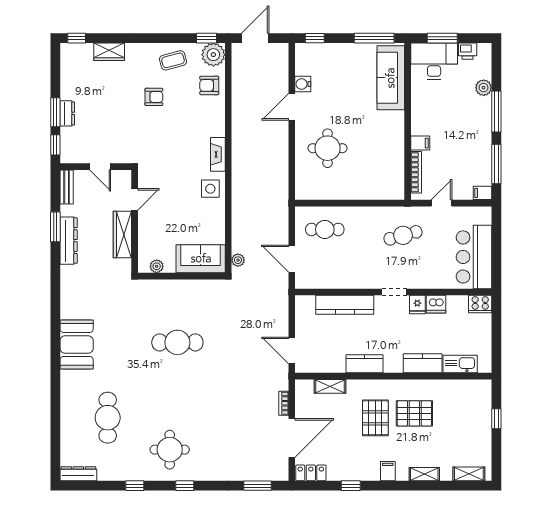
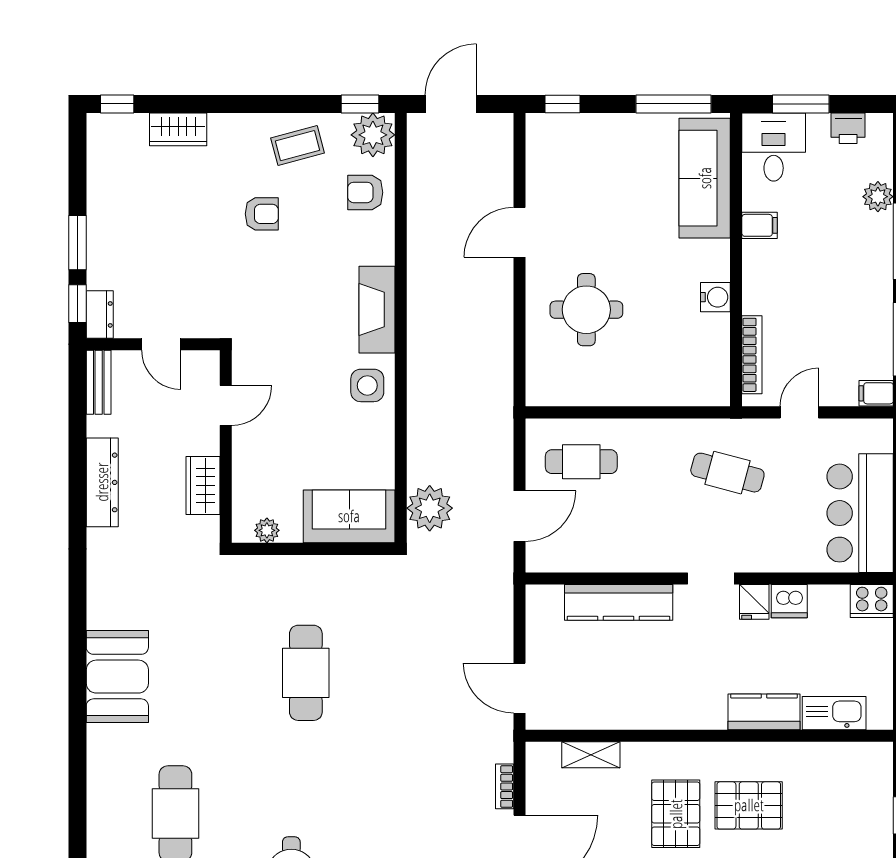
desk: (434, 61) -> (774, 147), width x0.73
water cooler: (303, 84) -> (715, 297), moved, turned 180
dresser: (67, 113) -> (100, 314), moved
filing cabinet: (420, 143) -> (760, 225), moved
fireplace: (218, 154) -> (377, 310), width x1.37, depth x1.32
window: (55, 227) -> (77, 457), removed
wardrobe: (122, 234) -> (203, 486), width x0.67
cafe table: (403, 235) -> (727, 473), turned 30
door: (292, 259) -> (519, 516), swing flipped
plant: (238, 260) -> (430, 508), width x1.87, depth x1.87
cafe table: (177, 342) -> (306, 673), turned 90
kitchen counter: (364, 364) -> (655, 713), removed

